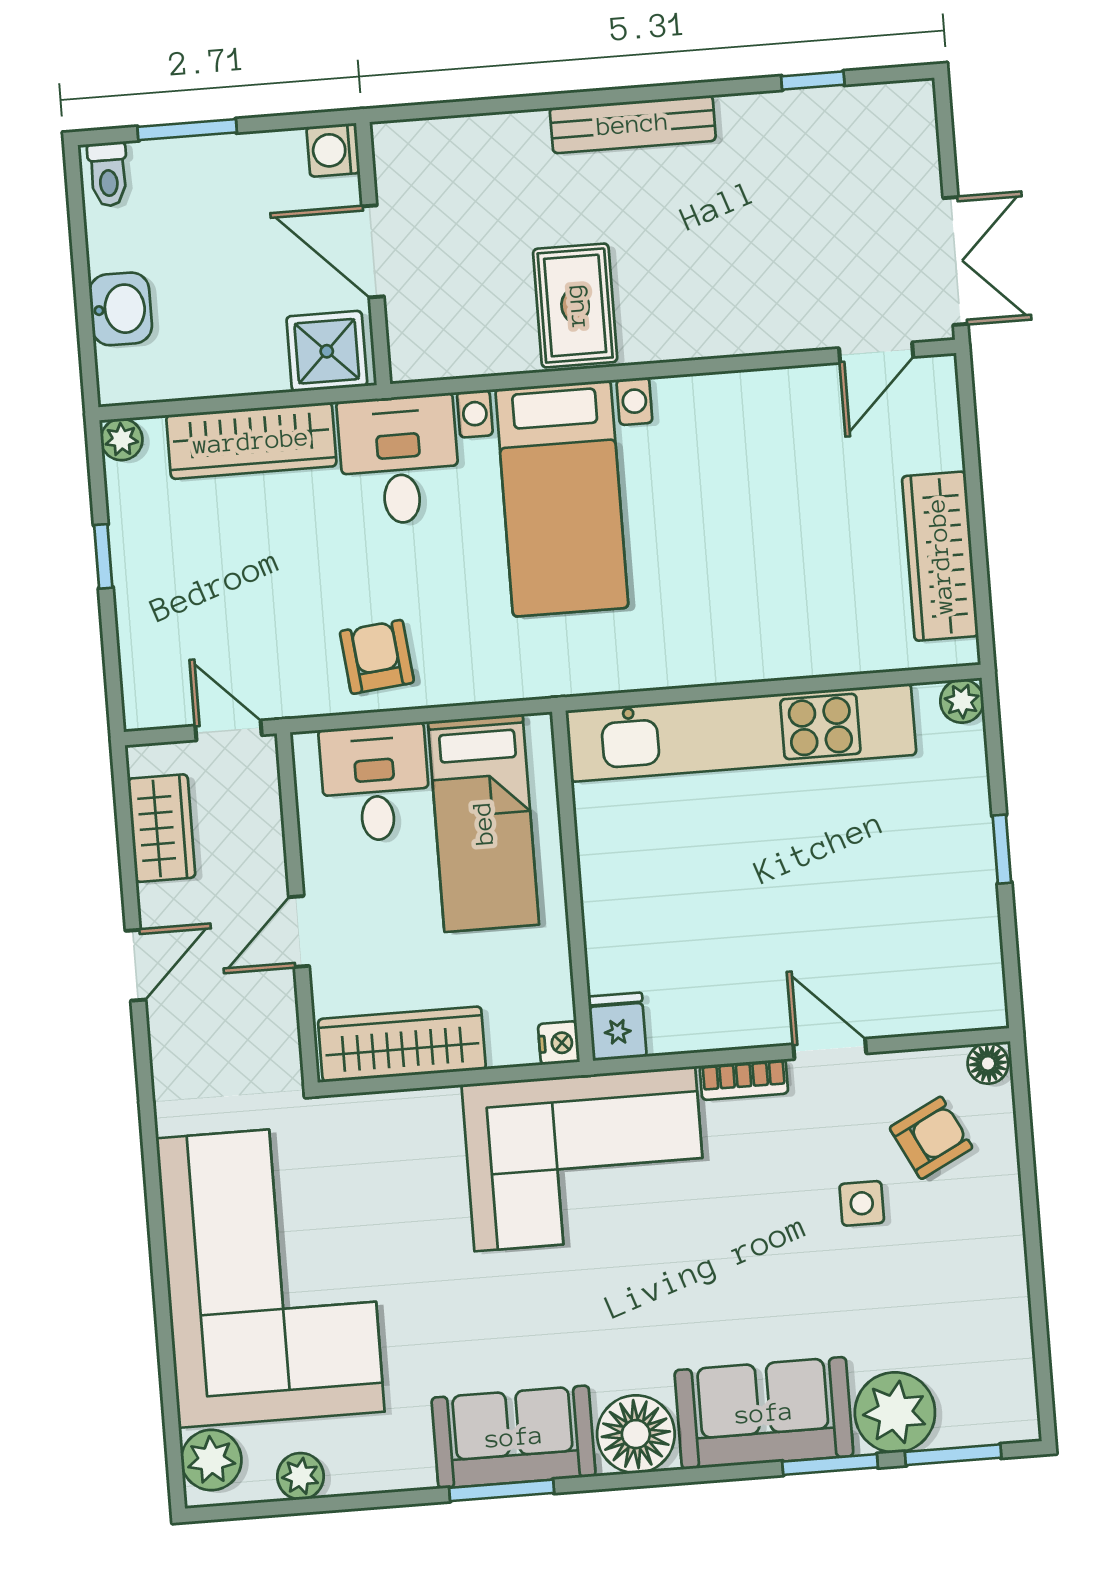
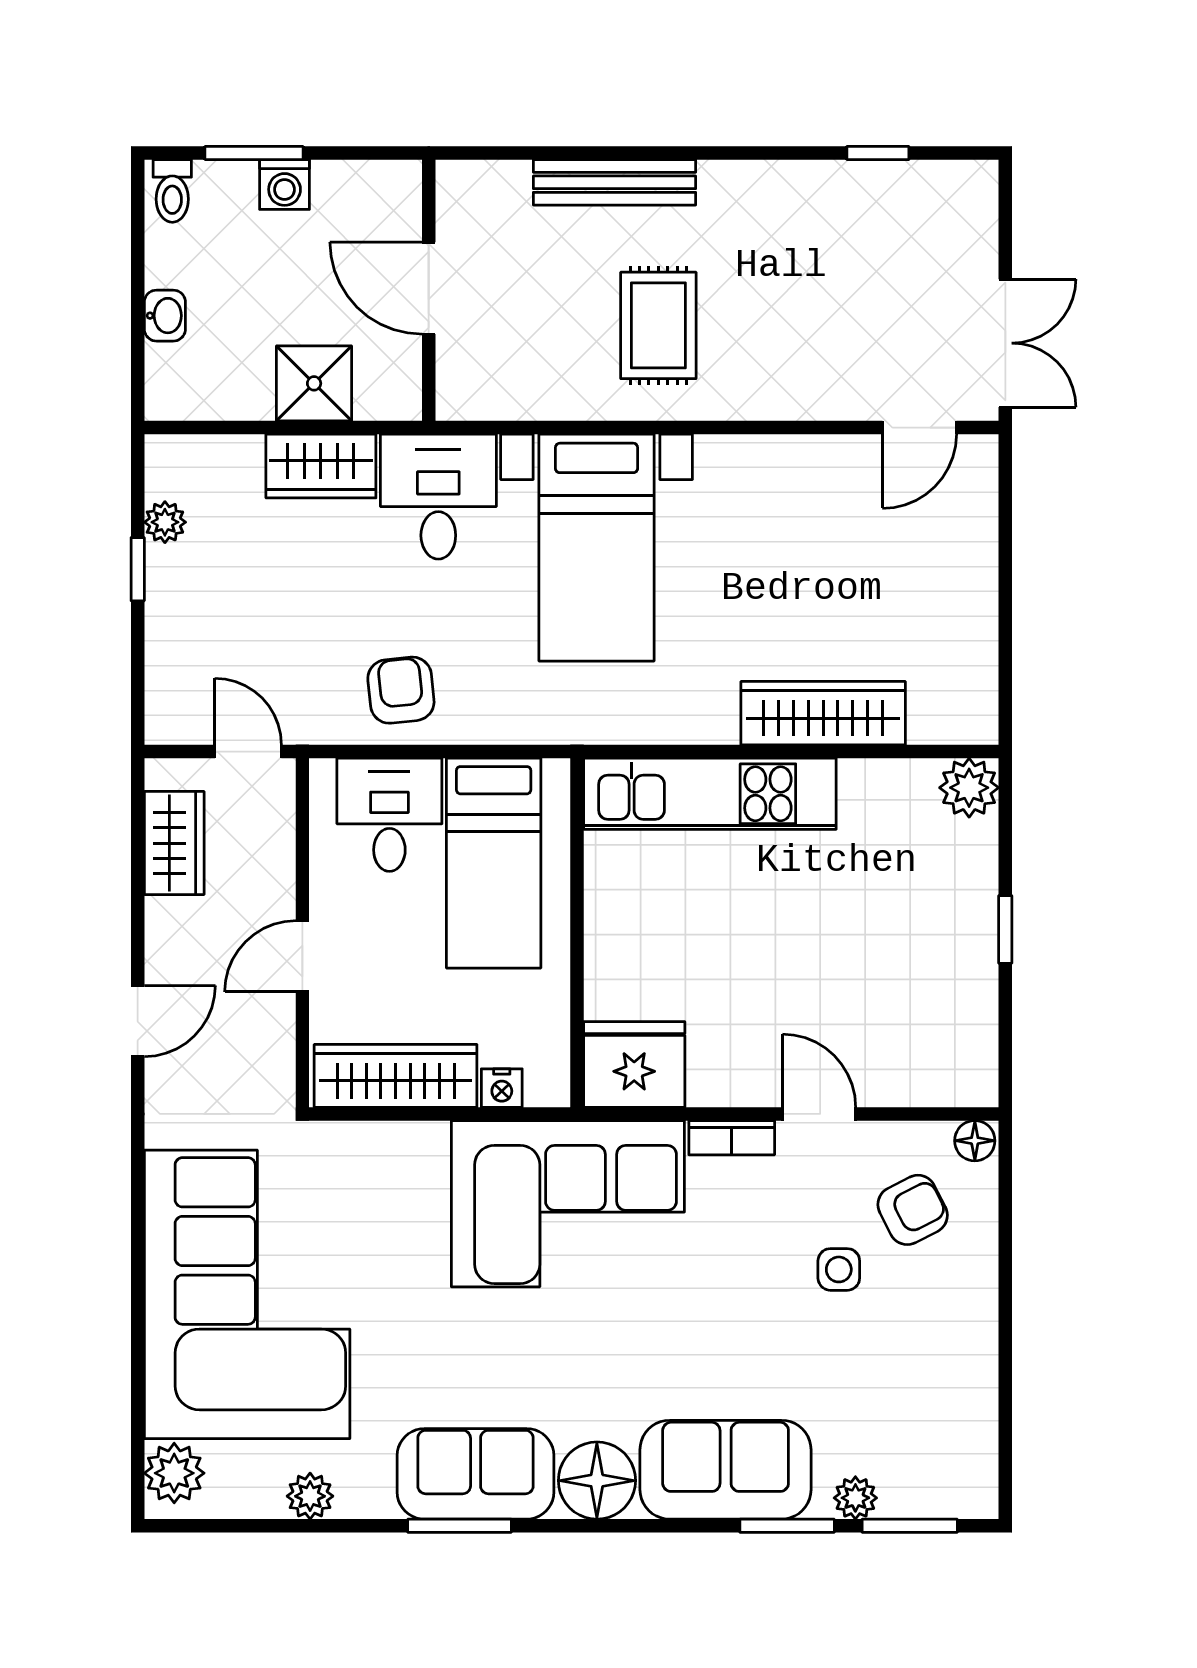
bench: (633, 124) -> (614, 182), moved
washing machine: (333, 150) -> (285, 185), moved, turned -90
rug: (575, 305) -> (658, 325), moved
washbasin: (121, 309) -> (165, 316), width x0.72, depth x0.69
shower: (327, 351) -> (314, 383), moved
plant: (122, 439) -> (165, 522), moved
wardrobe: (251, 441) -> (321, 466), width x0.67
wardrobe: (940, 556) -> (823, 713), moved, turned 90
plant: (962, 701) -> (969, 788), width x1.38, depth x1.38
kitchen unit: (741, 733) -> (710, 794), width x0.73
door: (135, 965) -> (138, 1021), moved
fridge: (617, 1027) -> (634, 1064), width x1.88, depth x1.34
nightstand: (559, 1043) -> (502, 1088), moved, turned 90
plant: (895, 1412) -> (855, 1498), width x0.53, depth x0.53
plant: (300, 1476) -> (310, 1496), moved

